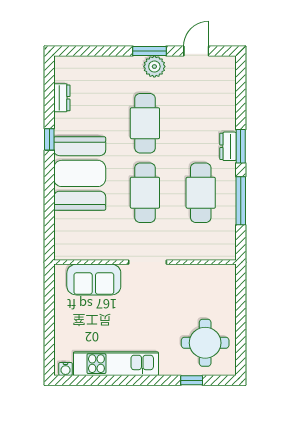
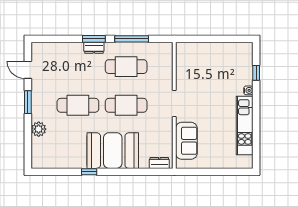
plant: (154, 67) -> (39, 129), moved
dresser: (62, 98) -> (159, 163), moved
round table: (205, 343) -> (230, 64), removed
water cooler: (65, 369) -> (248, 90), moved

